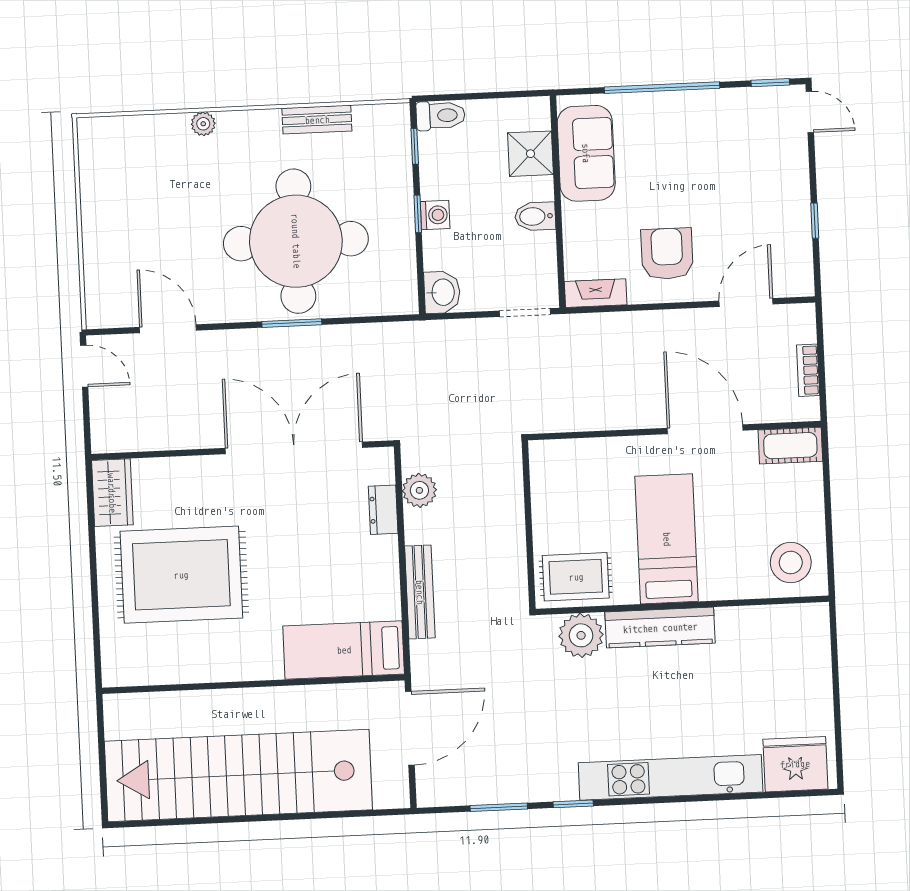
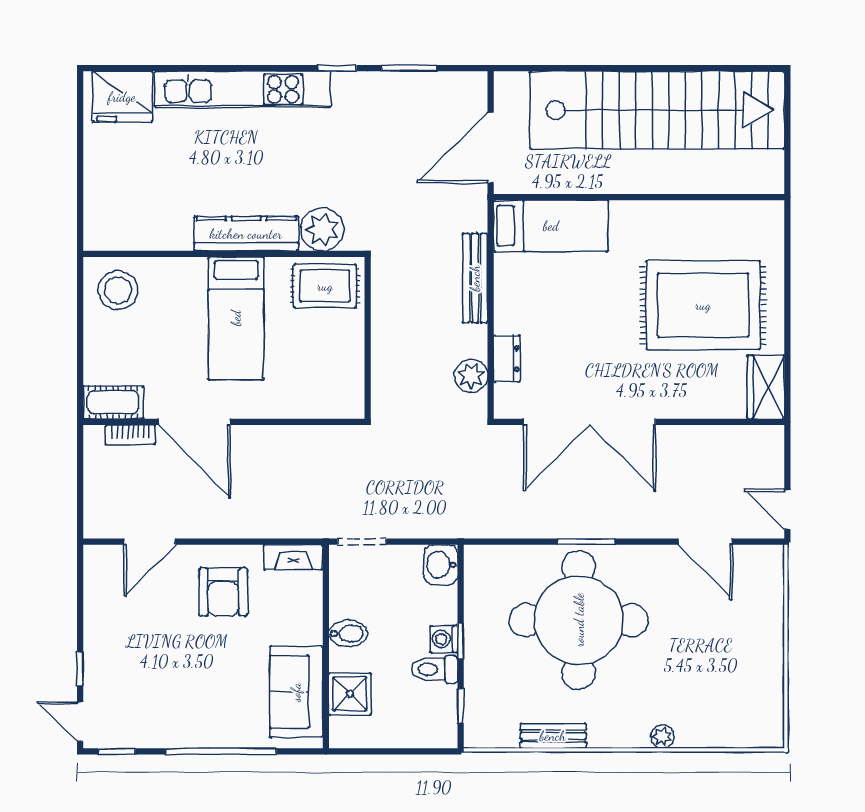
toilet: (441, 116) -> (434, 669), moved
window: (815, 221) -> (80, 669), moved
bookcase: (808, 370) -> (130, 435), moved, turned 90

